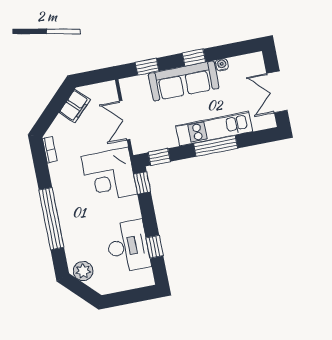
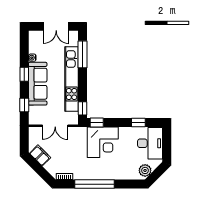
kitchen unit: (214, 129) -> (72, 79), width x1.36
window: (216, 146) -> (83, 54), moved
corner desk: (109, 175) -> (103, 142), moved
window: (51, 219) -> (94, 184), moved
desk: (128, 246) -> (150, 143), moved, turned 90

